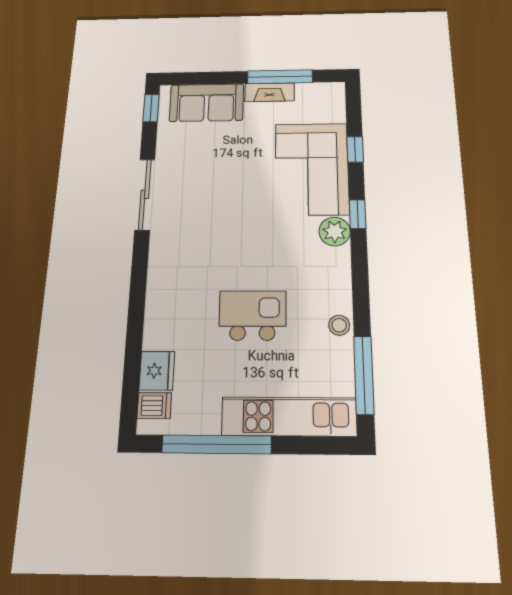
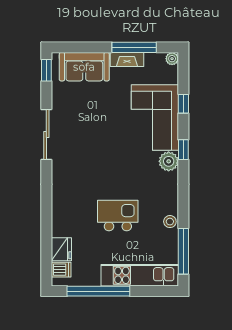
plant: (336, 90) -> (172, 59), added

